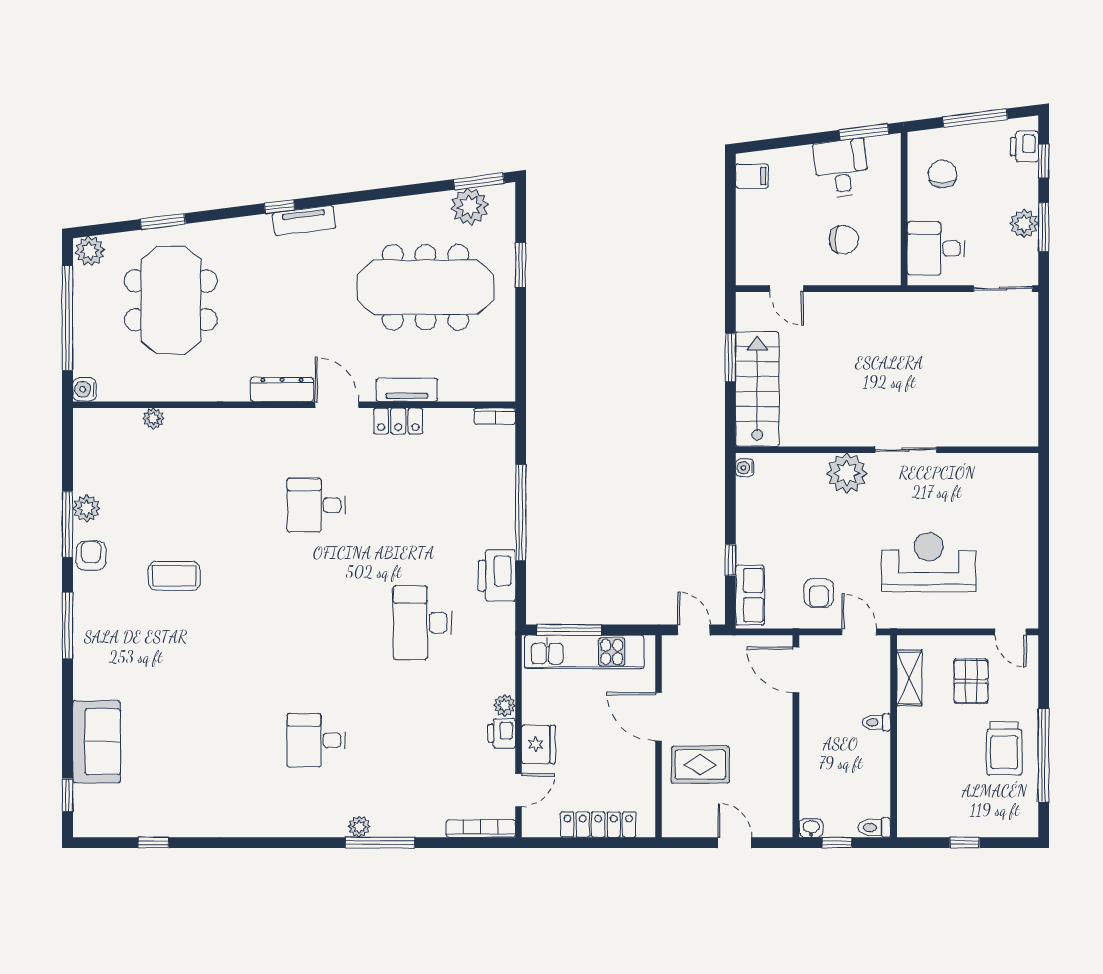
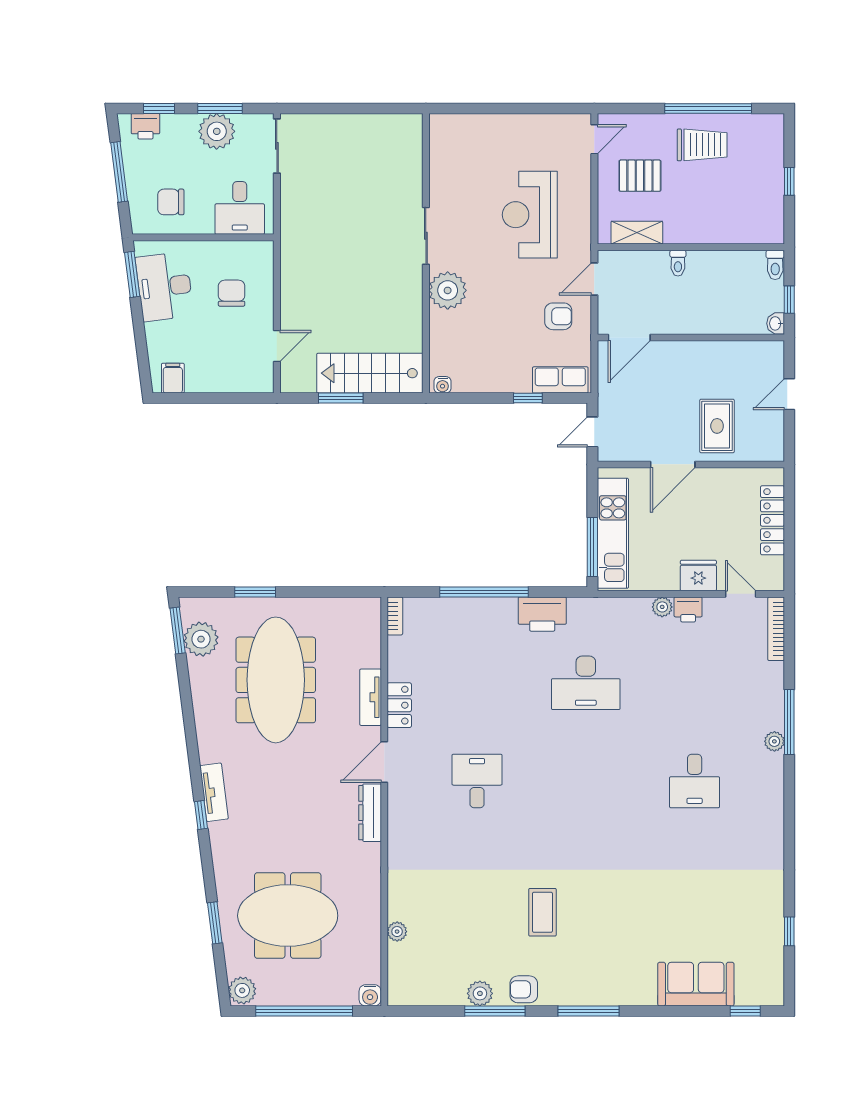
desk: (841, 168) -> (165, 287), width x1.37
plant: (1024, 224) -> (217, 131), width x1.36, depth x1.36
desk: (316, 505) -> (477, 781), turned 180

